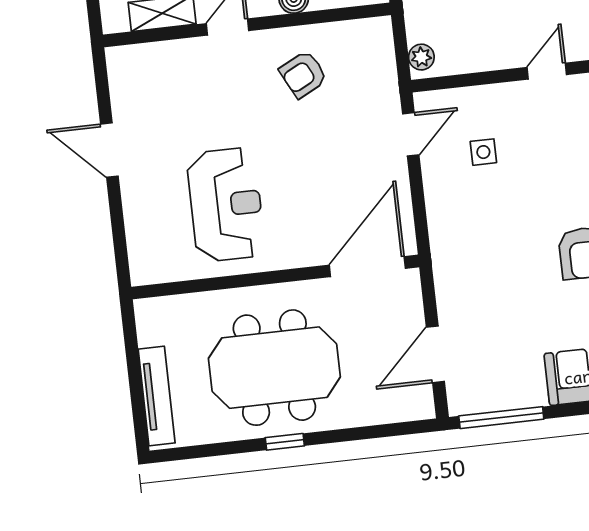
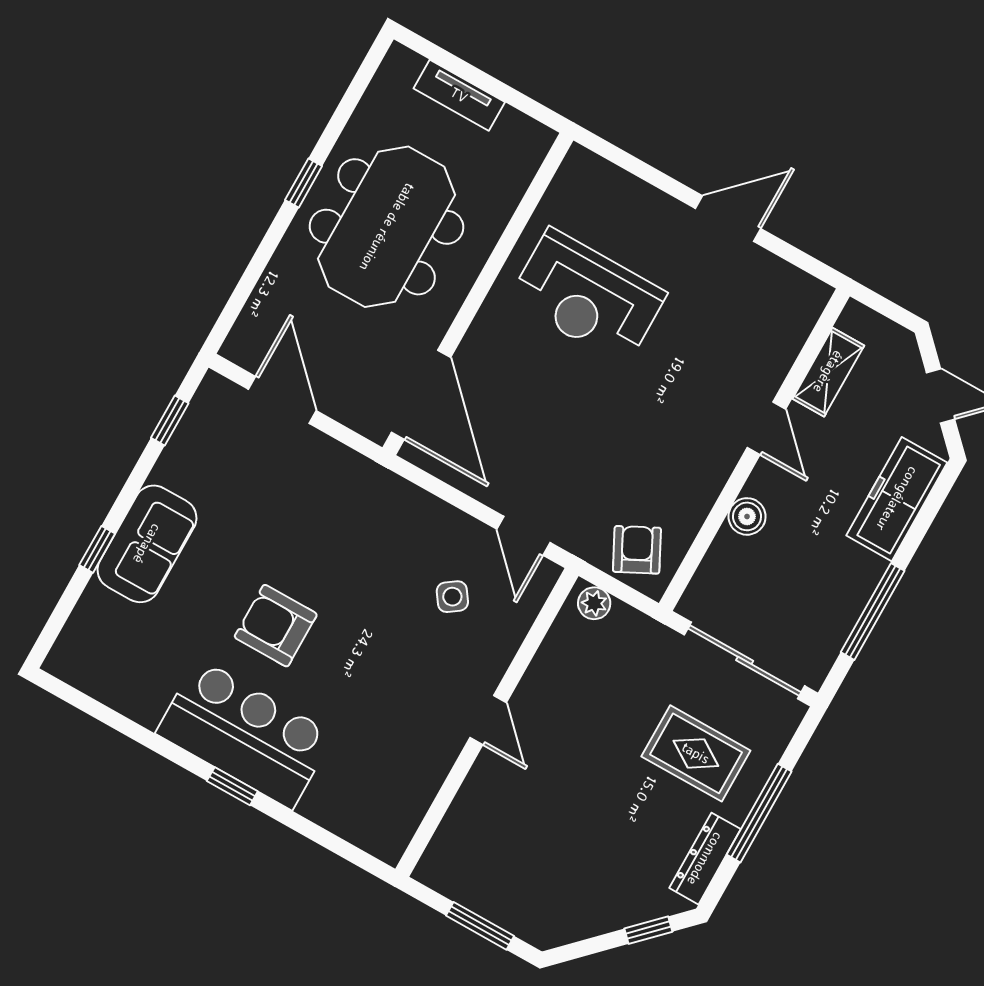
armchair: (303, 74) -> (637, 550), moved
side table: (483, 152) -> (452, 597), turned -35
tv unit: (157, 396) -> (459, 95), width x0.71
window: (501, 418) -> (170, 420), width x0.46

